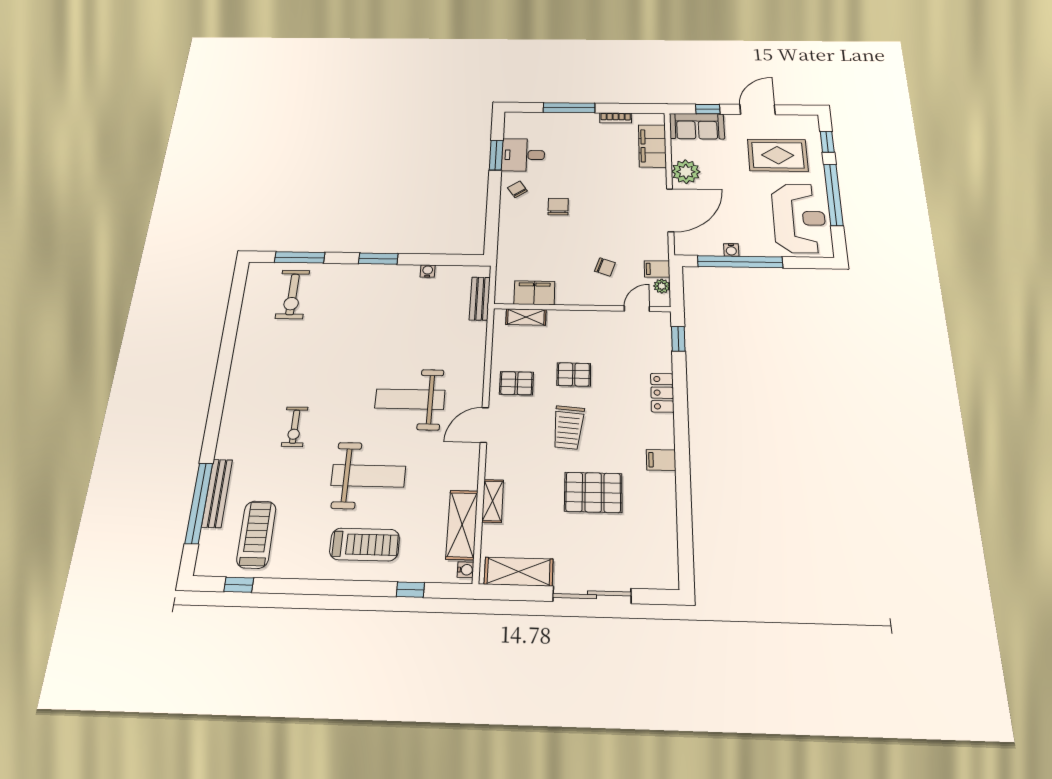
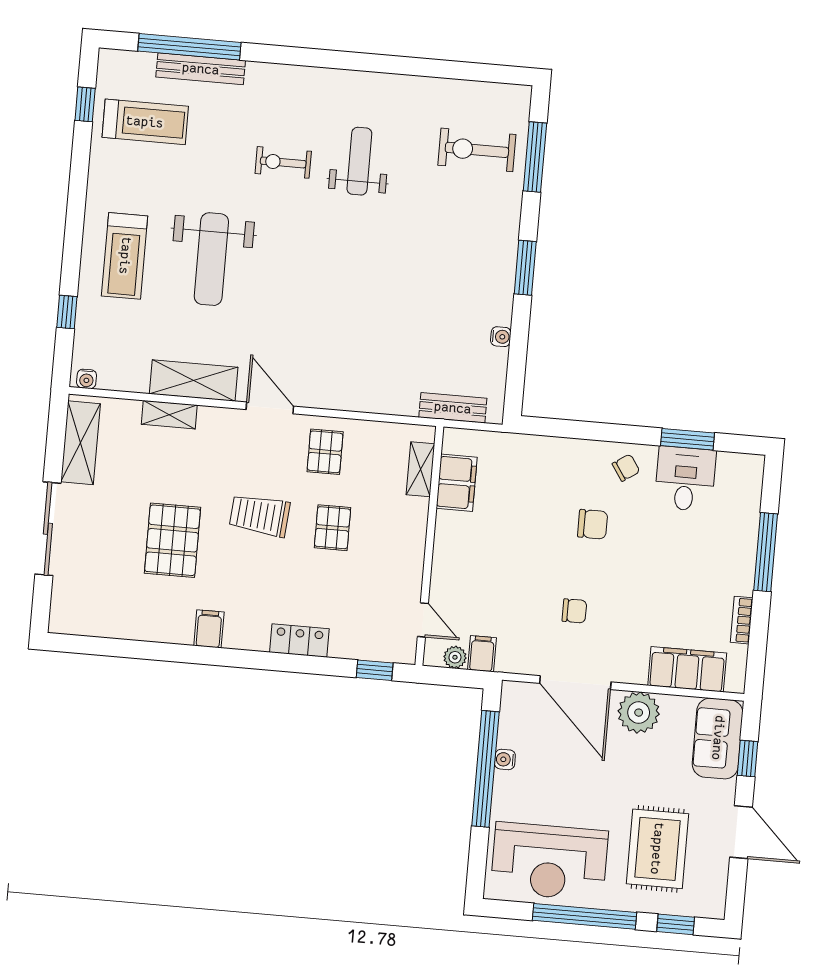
chair: (605, 267) -> (574, 611), moved, turned -109
weight bench: (410, 399) -> (359, 161), moved, width x0.73, depth x0.75
shelving: (462, 525) -> (194, 381), moved

